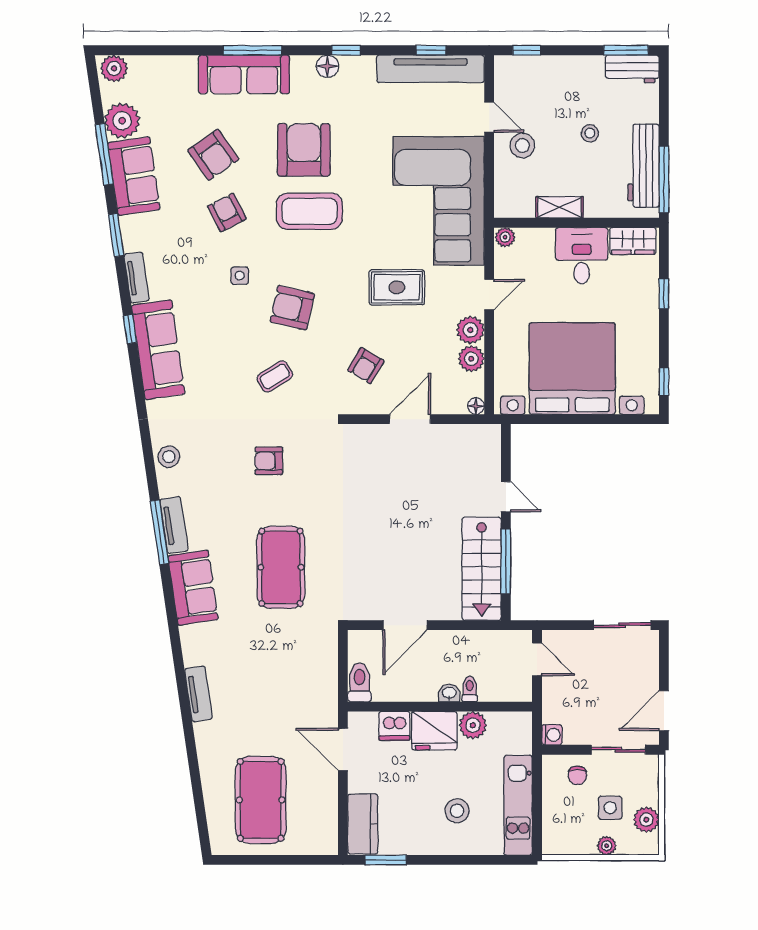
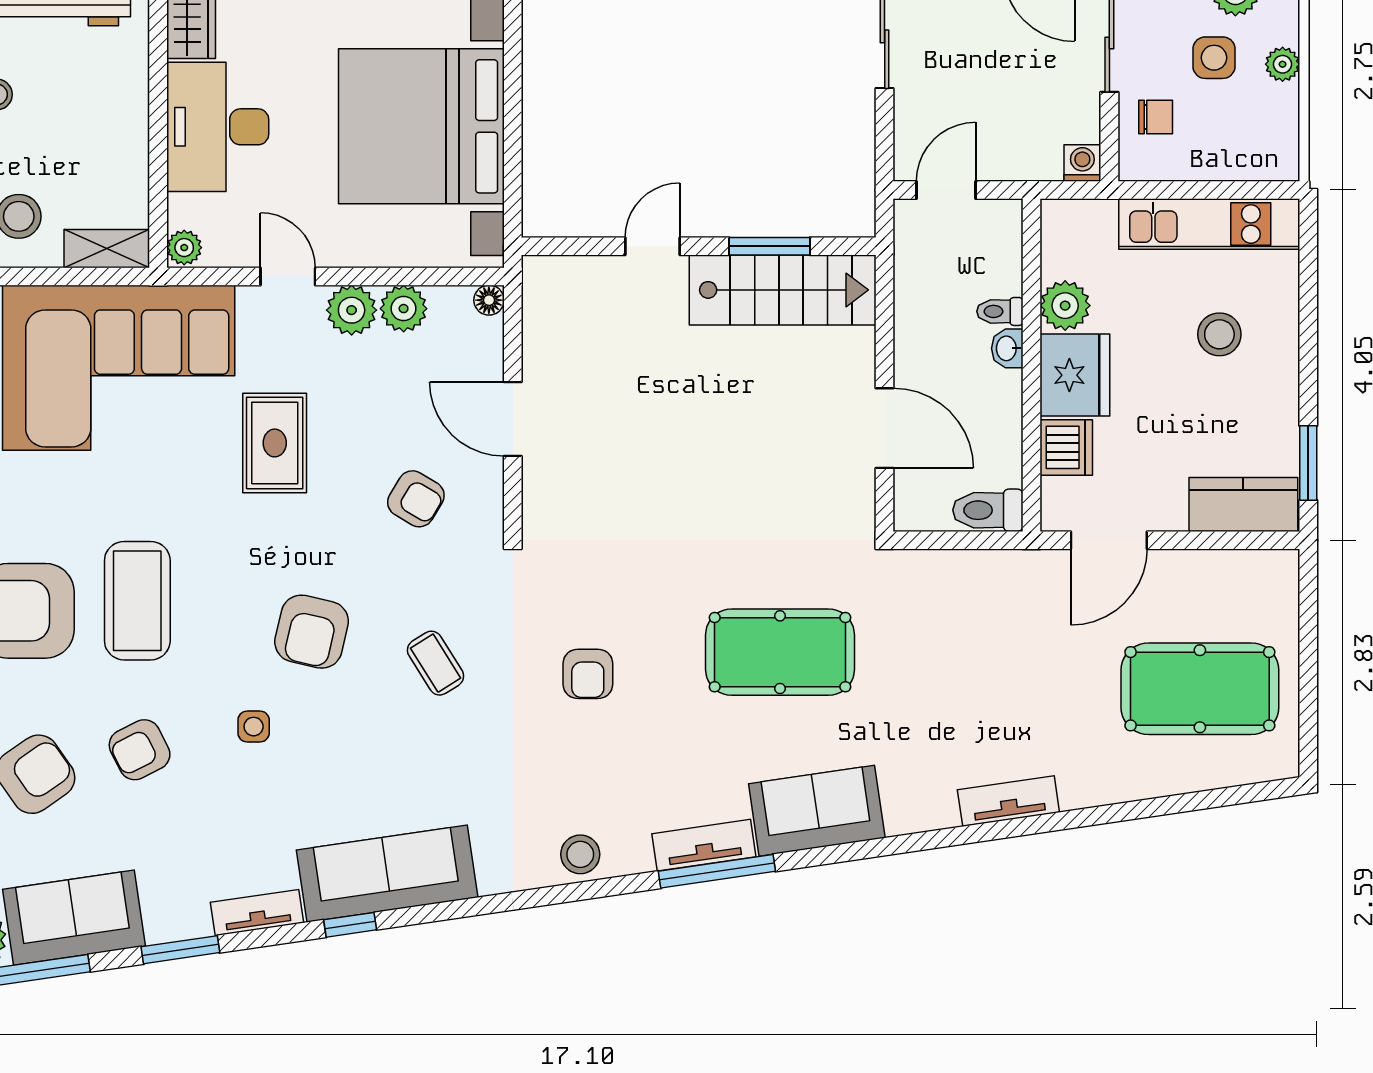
shelving: (560, 207) -> (107, 249), moved, turned 90
desk: (582, 256) -> (218, 127), width x1.37
window: (506, 561) -> (770, 246), width x0.69

